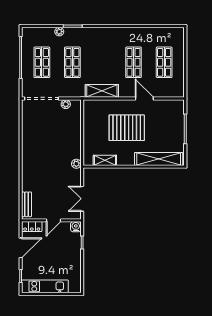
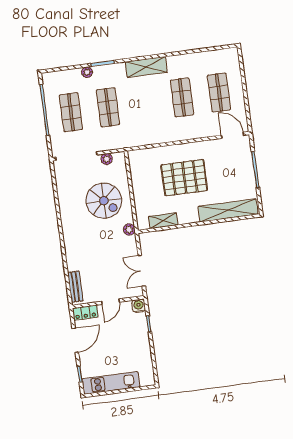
shelving: (102, 91) -> (146, 67), moved
door: (144, 99) -> (232, 135), moved
spiral stairs: (59, 138) -> (104, 201), added

